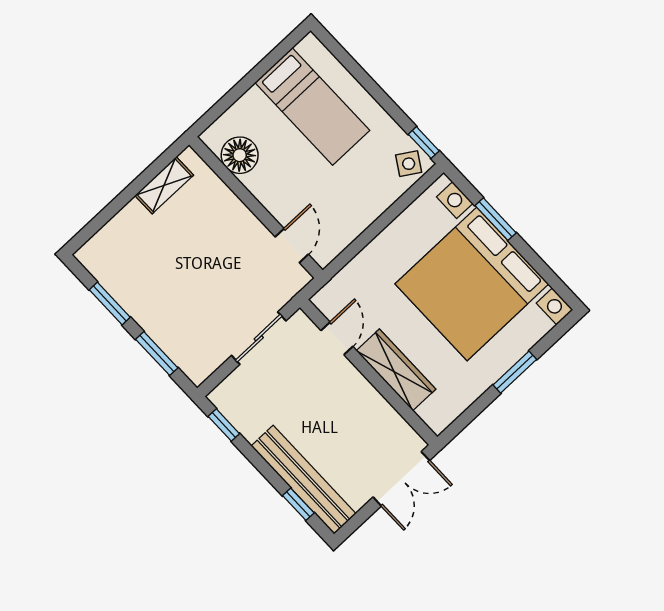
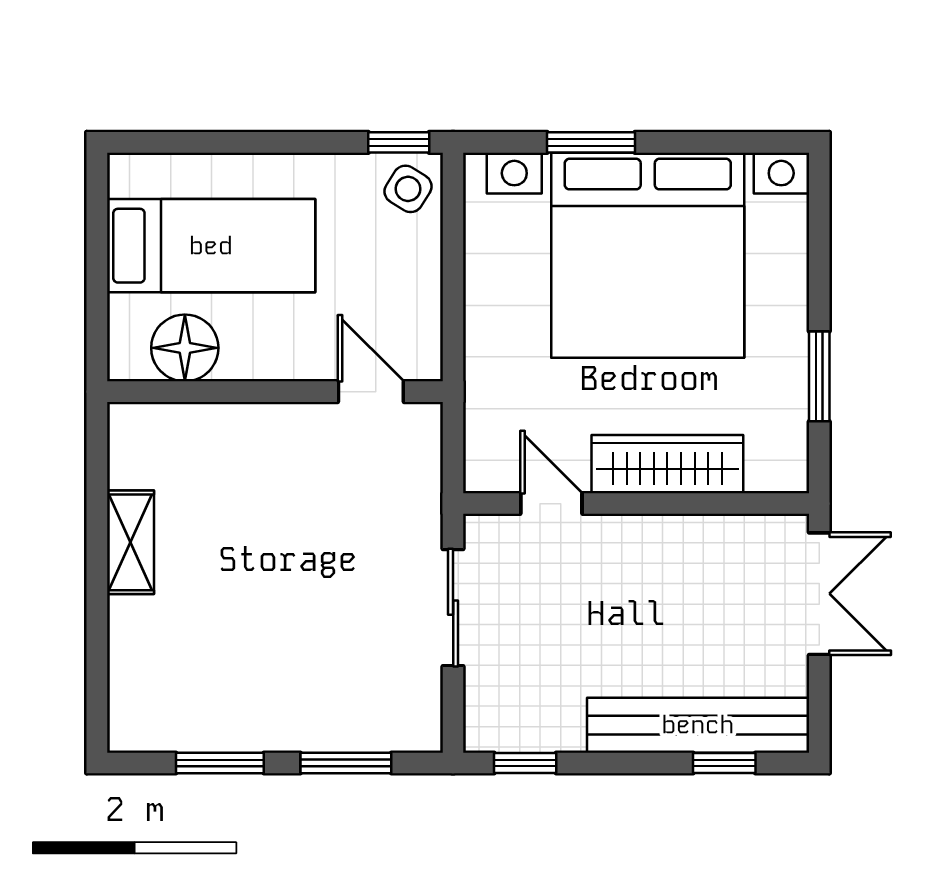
floor lamp: (240, 155) -> (185, 348), moved
wall: (256, 207) -> (275, 392), moved
door: (292, 246) -> (371, 392), moved
window: (515, 372) -> (819, 376), moved

